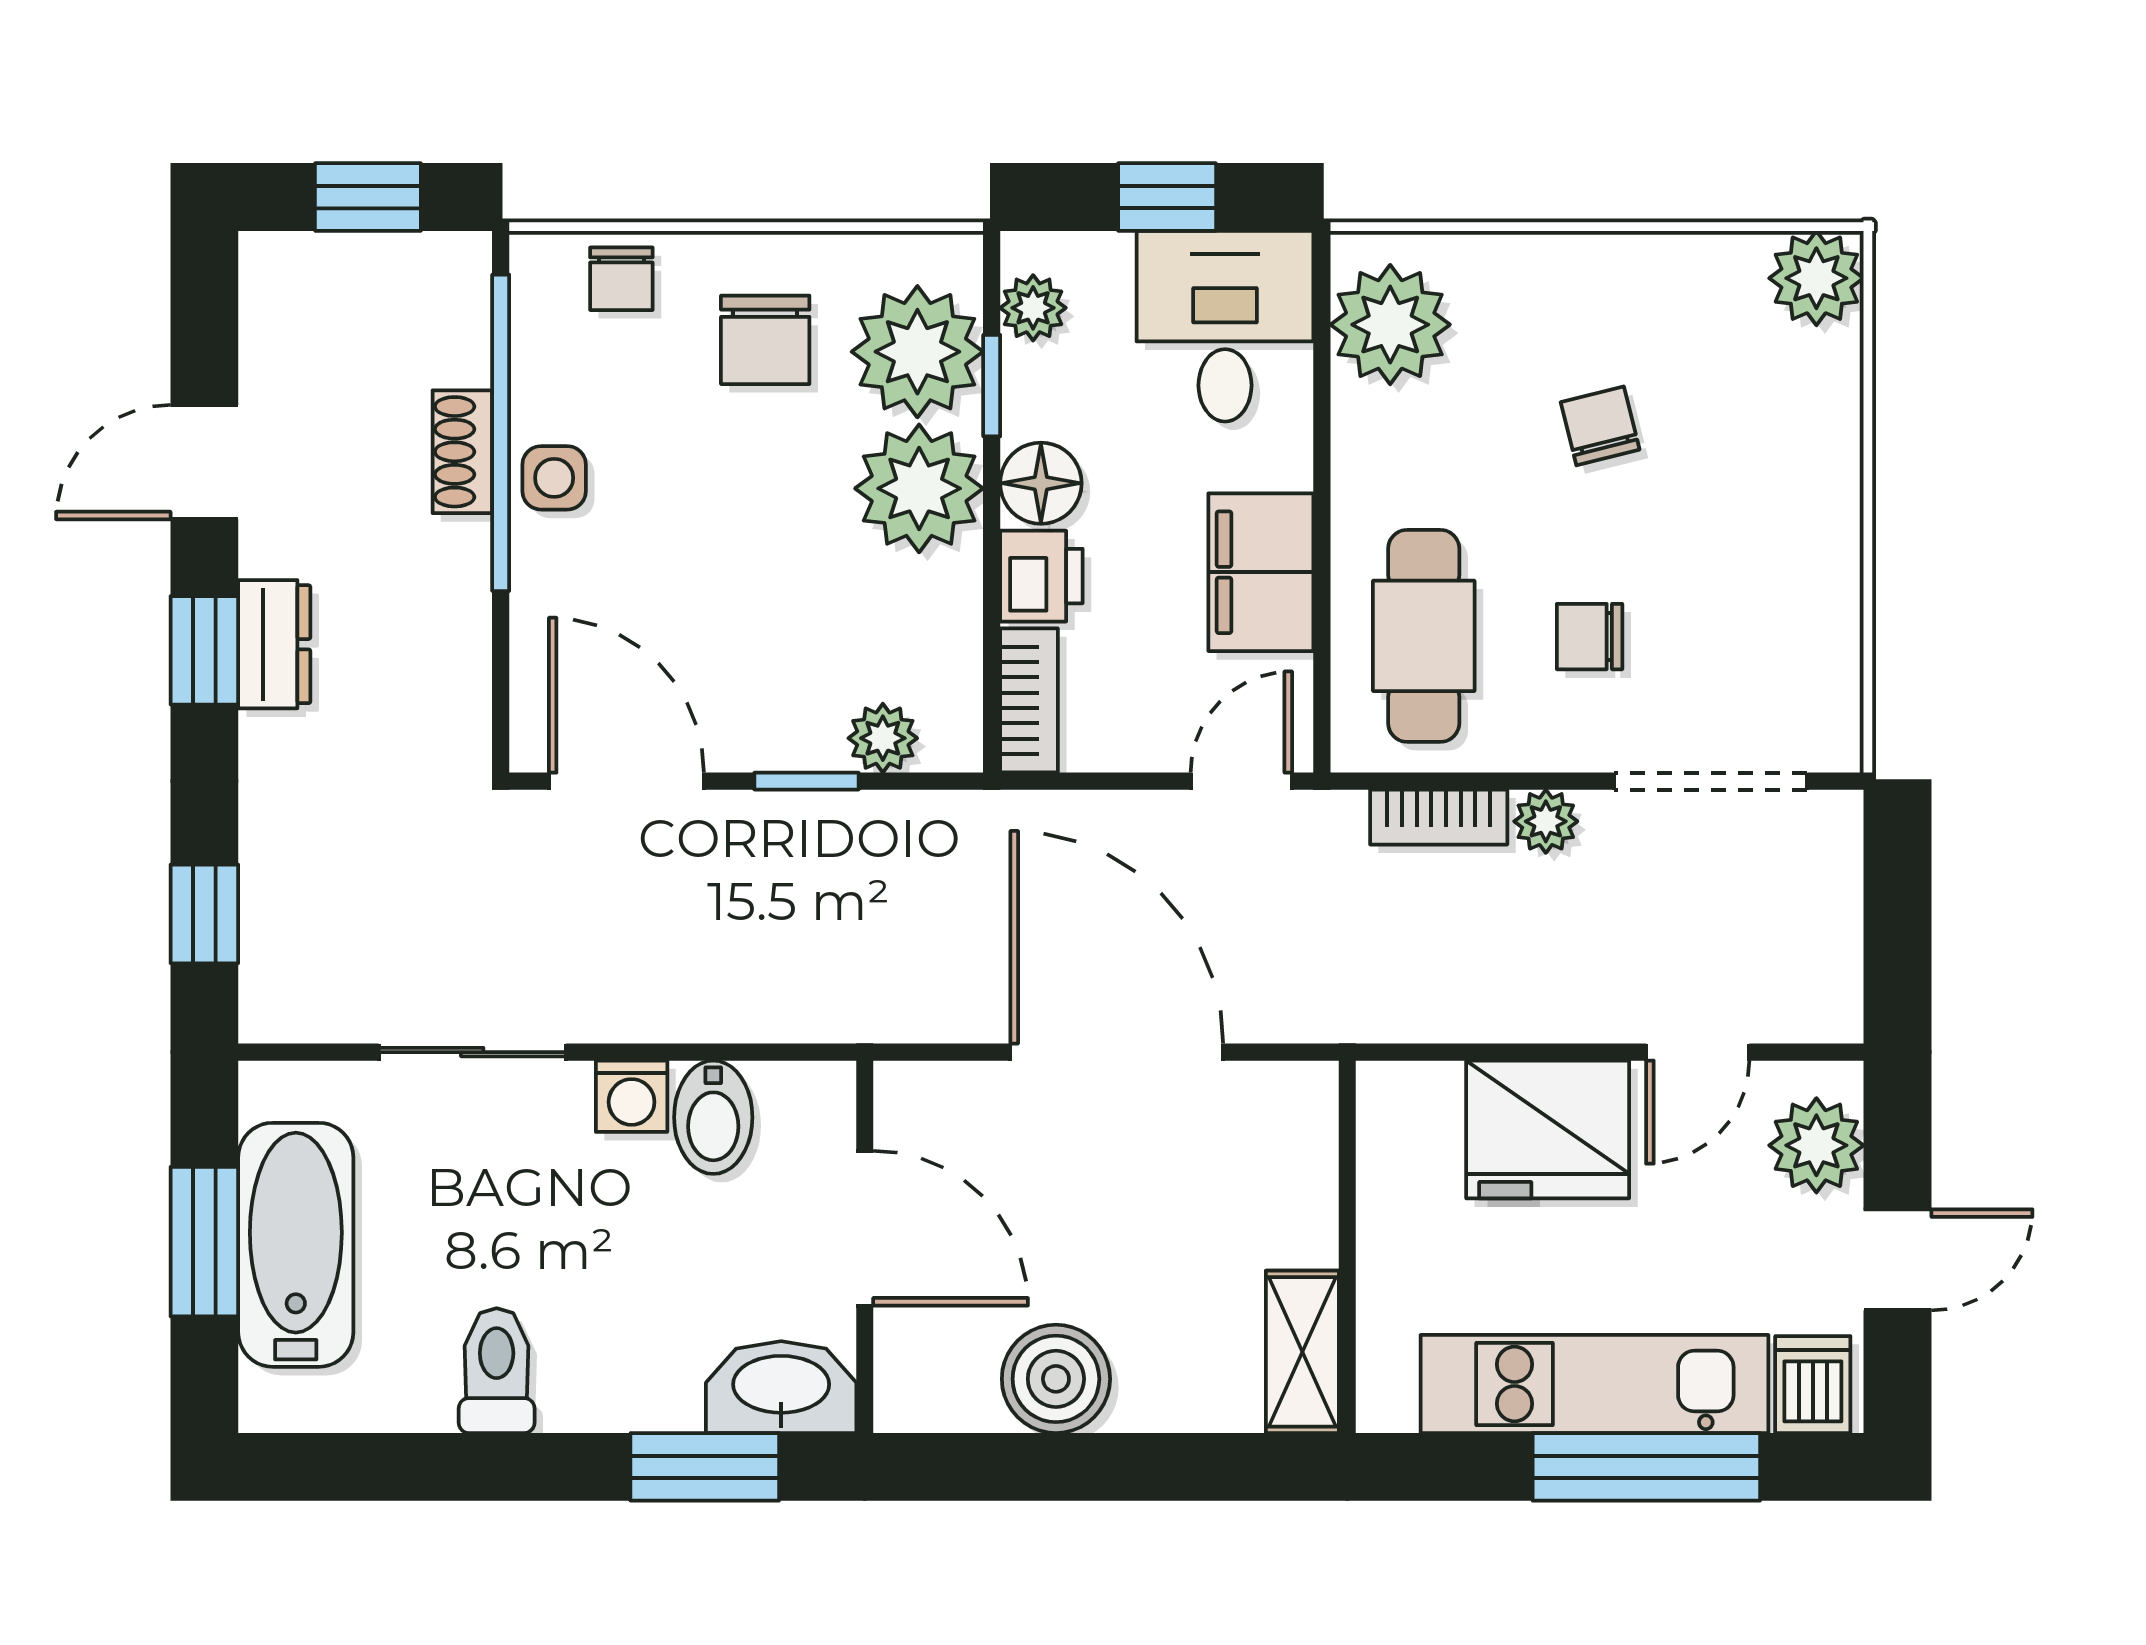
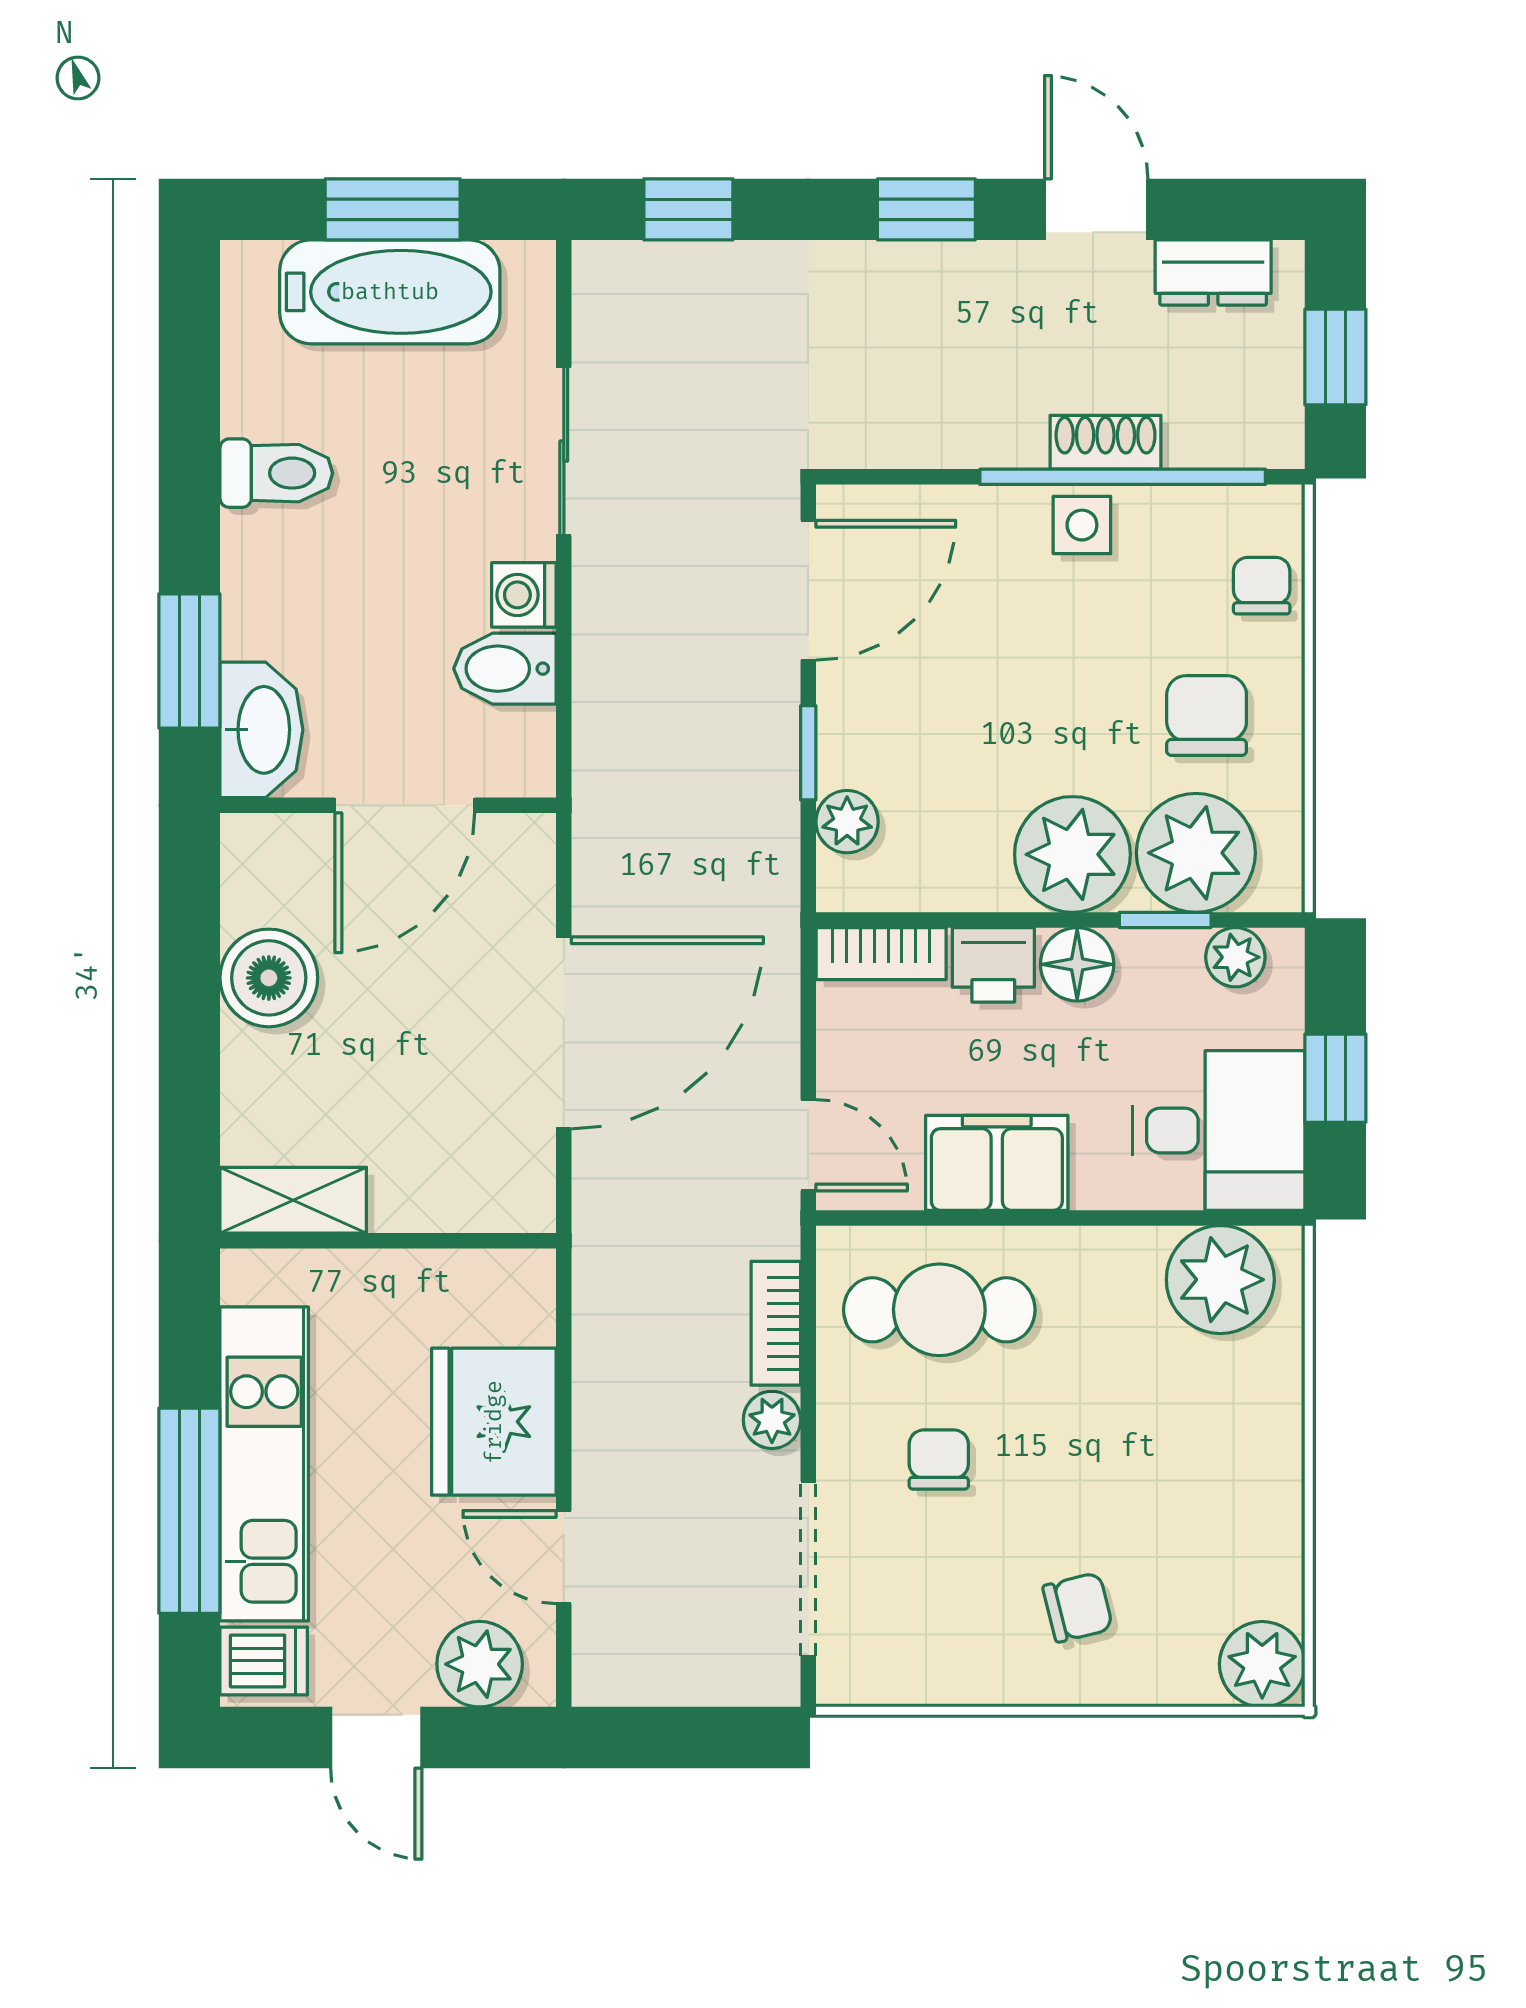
chair: (621, 279) -> (1262, 586), turned 90
chair: (765, 340) -> (1207, 715), turned 90
chair: (1600, 426) -> (1078, 1607), moved
dresser: (274, 644) -> (1213, 272), moved

